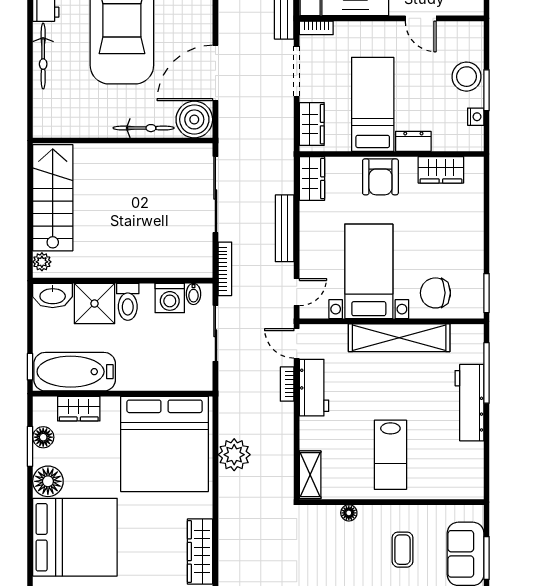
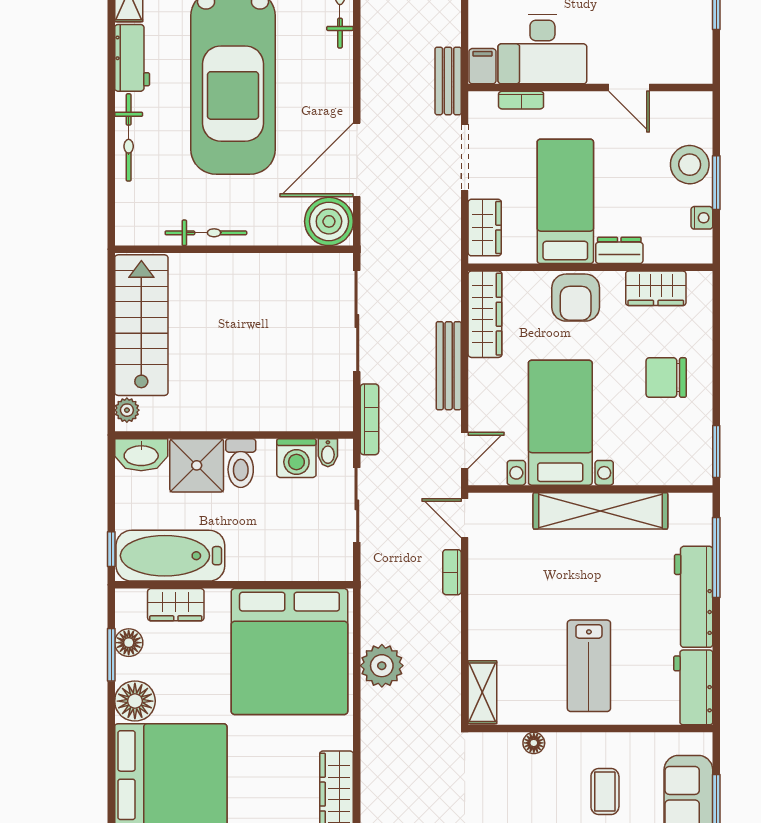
bookcase: (316, 28) -> (521, 100), moved
bicycle: (144, 128) -> (206, 233), moved
wardrobe: (312, 179) -> (485, 314), width x1.50
chair: (435, 293) -> (666, 378), moved
workbench: (314, 388) -> (693, 687), moved, turned 180

